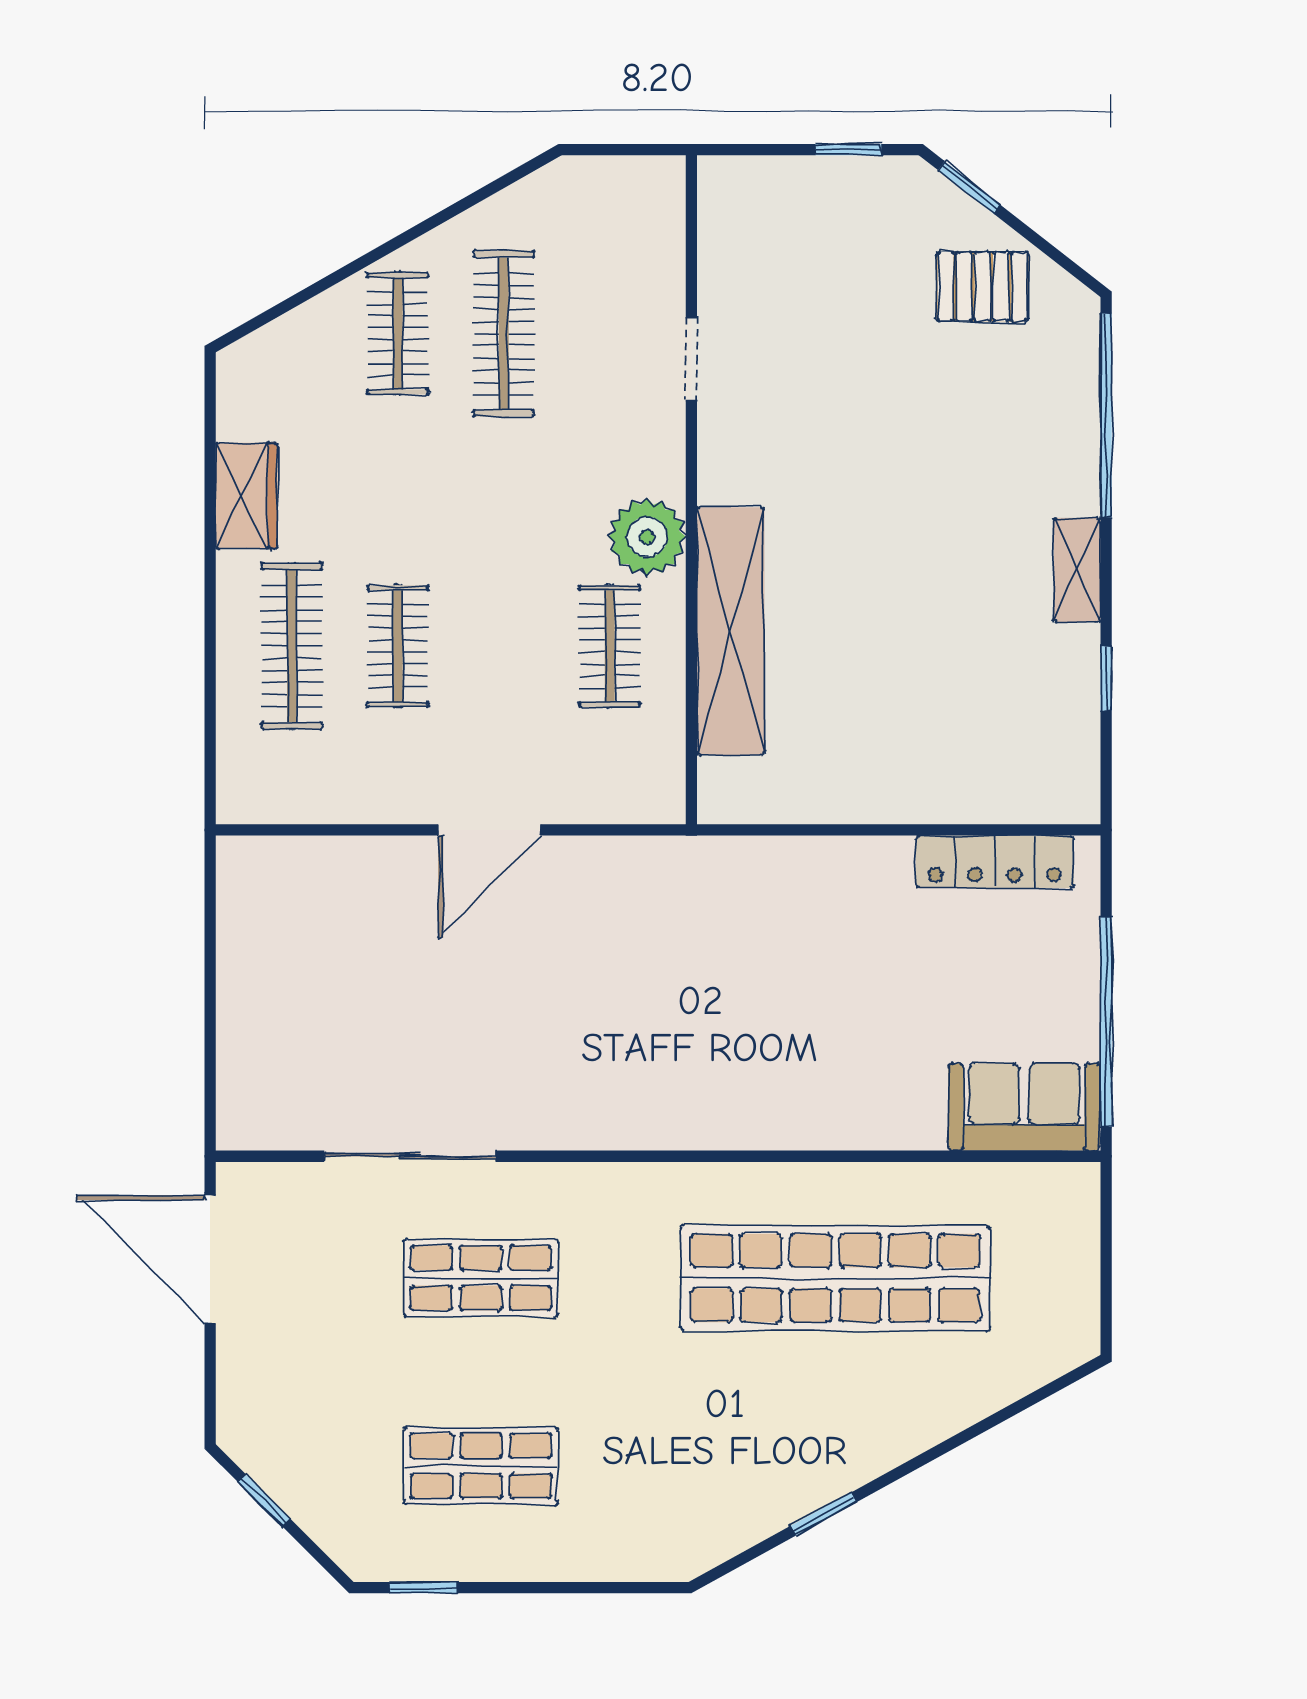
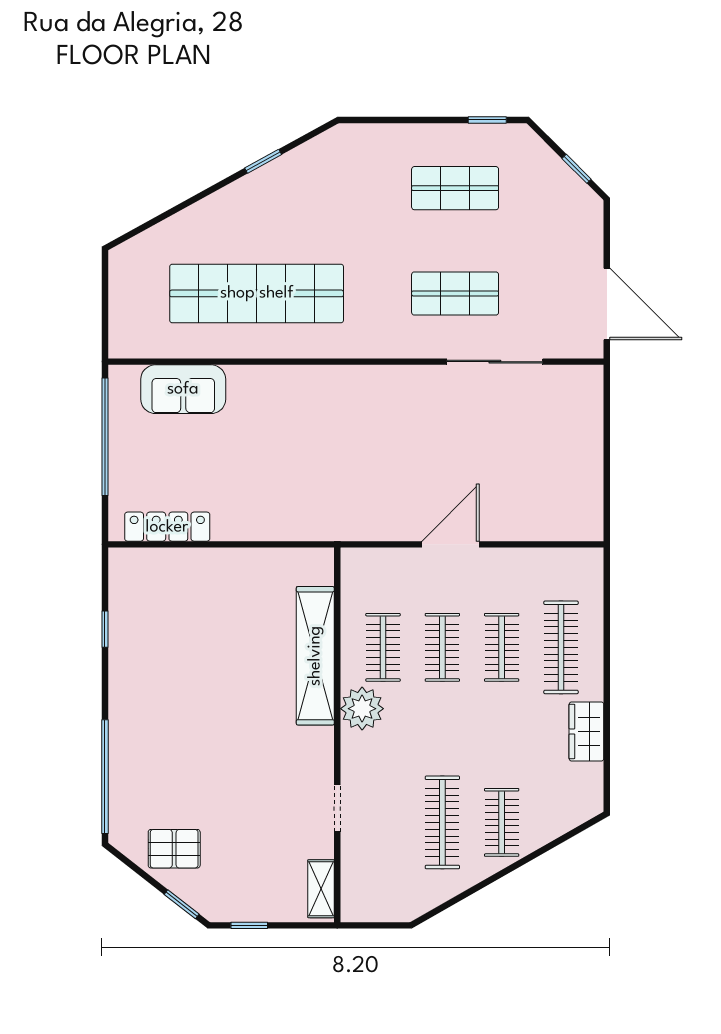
shelving: (1077, 570) -> (321, 889), moved
clothes rail: (504, 646) -> (442, 647), added
sofa: (1024, 1107) -> (183, 389), moved

